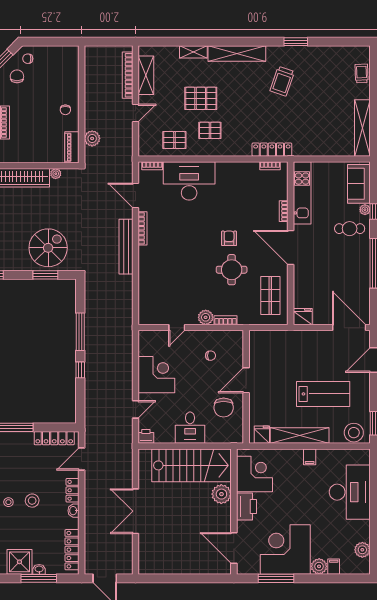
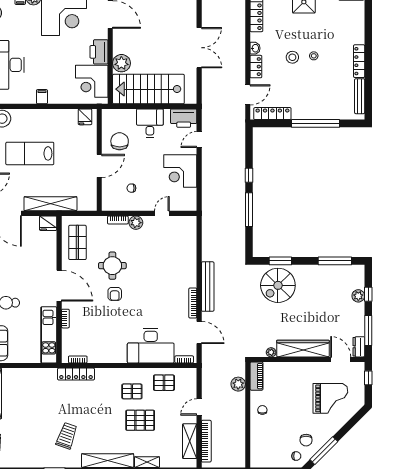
printer: (146, 436) -> (184, 118), width x1.87, depth x1.48
shelving: (300, 436) -> (50, 204), moved

